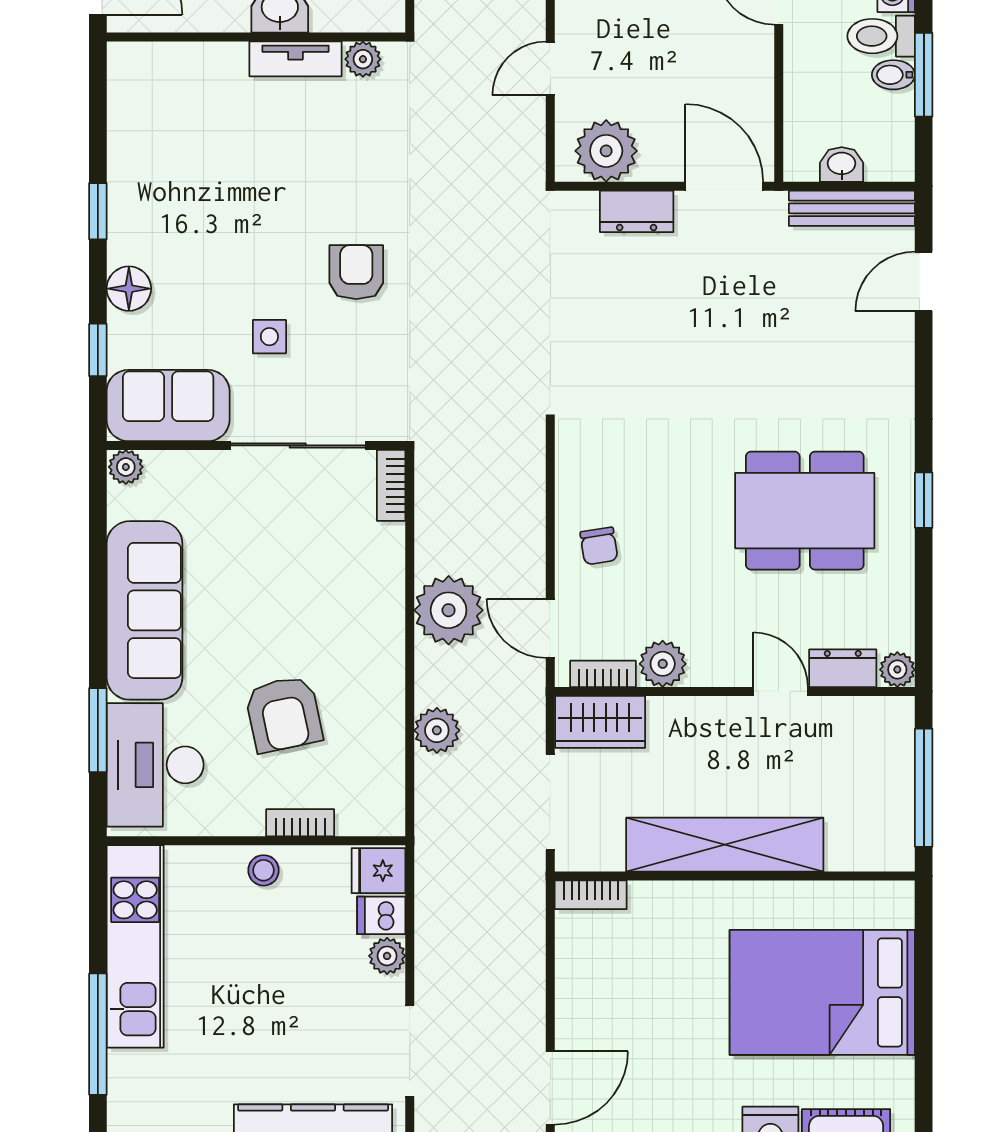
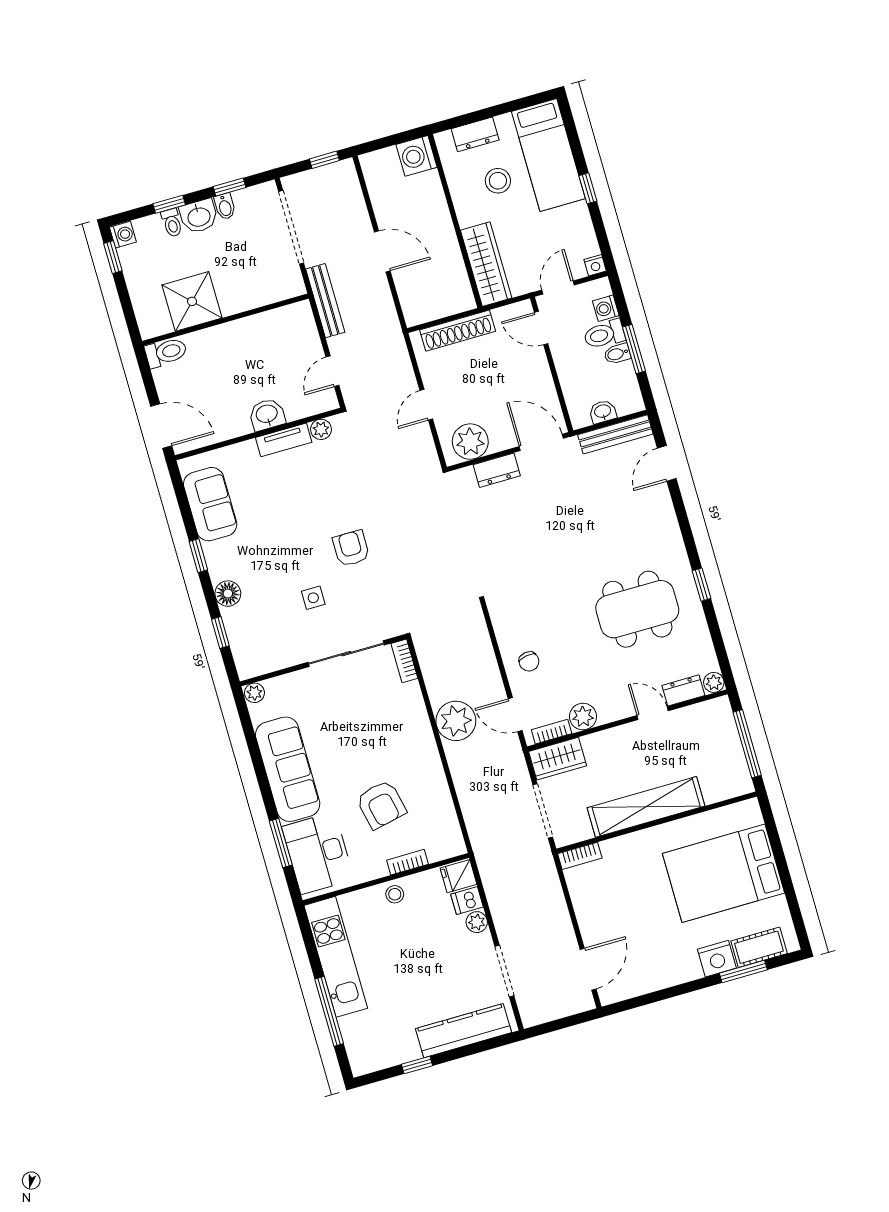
sofa: (168, 406) -> (210, 504), moved, turned 90
plant: (437, 730) -> (468, 789), removed

